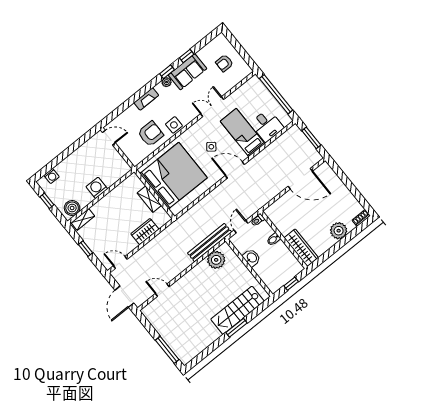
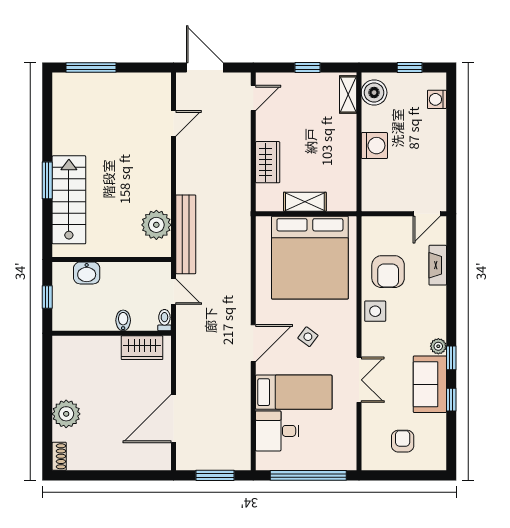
fireplace: (146, 99) -> (438, 265), moved
wardrobe: (301, 248) -> (142, 348), moved, width x0.67
washbasin: (252, 258) -> (87, 273), moved

